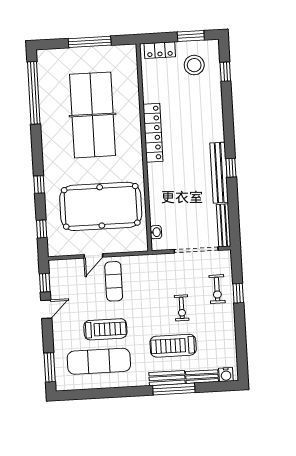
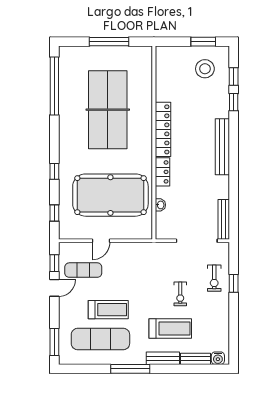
locker: (160, 50) -> (162, 172), moved, turned -90
window: (231, 168) -> (234, 102), moved
bench: (219, 173) -> (222, 147), moved
washbasin: (156, 232) -> (160, 205), moved
exercise mat: (114, 281) -> (83, 270), moved, turned 90
treadmill: (173, 346) -> (170, 329), turned 180
window: (174, 389) -> (130, 369), moved

